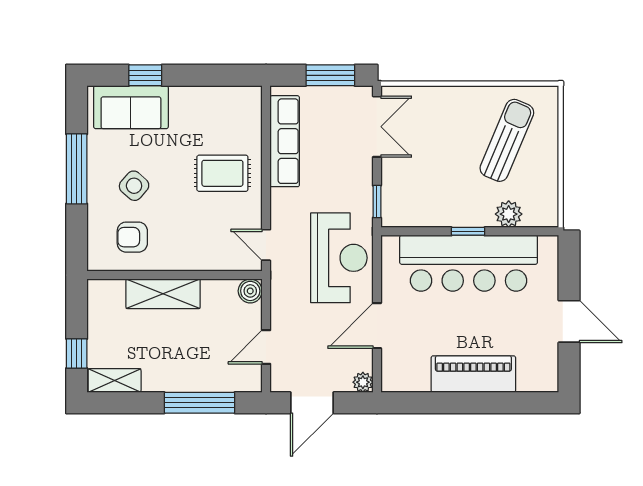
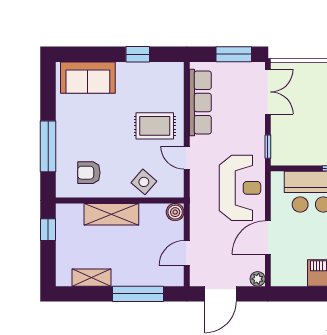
window: (145, 75) -> (138, 54), moved
window: (77, 169) -> (48, 146), moved
side table: (134, 186) -> (144, 182), moved
door: (266, 245) -> (187, 158), moved
window: (77, 354) -> (48, 230), moved
shelving: (115, 380) -> (92, 278), moved

